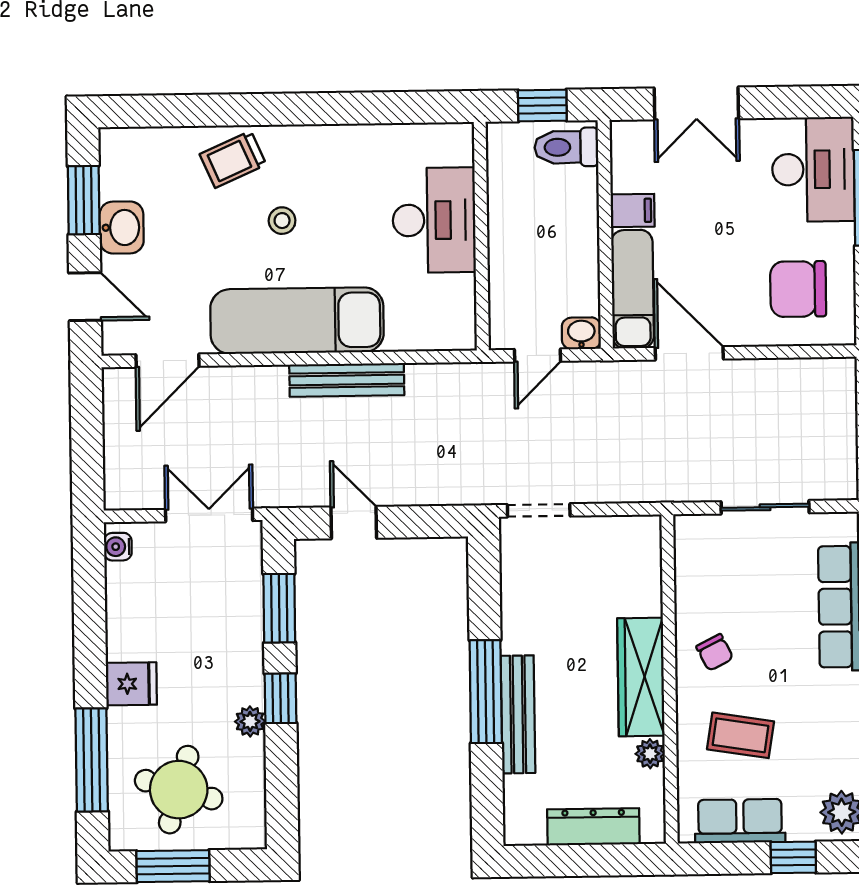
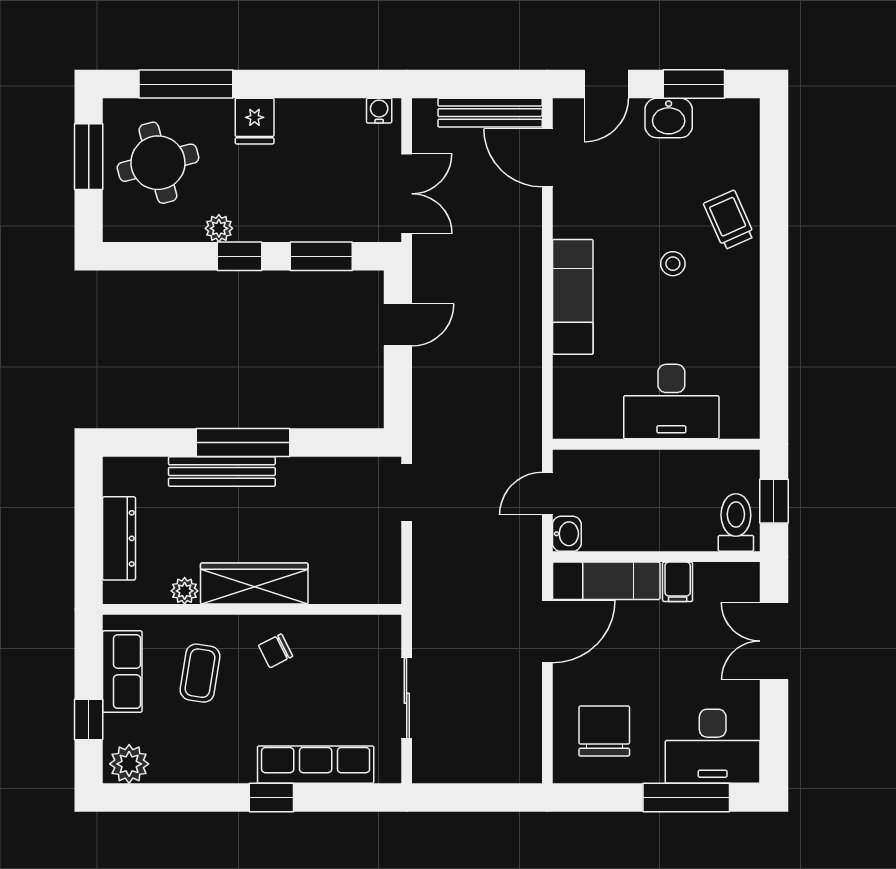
exam couch: (297, 321) -> (573, 297), width x0.73, depth x0.69
door: (537, 355) -> (547, 494), hinge flipped
bench: (347, 380) -> (490, 113), moved, turned 90
round table: (179, 790) -> (158, 163), turned -31

